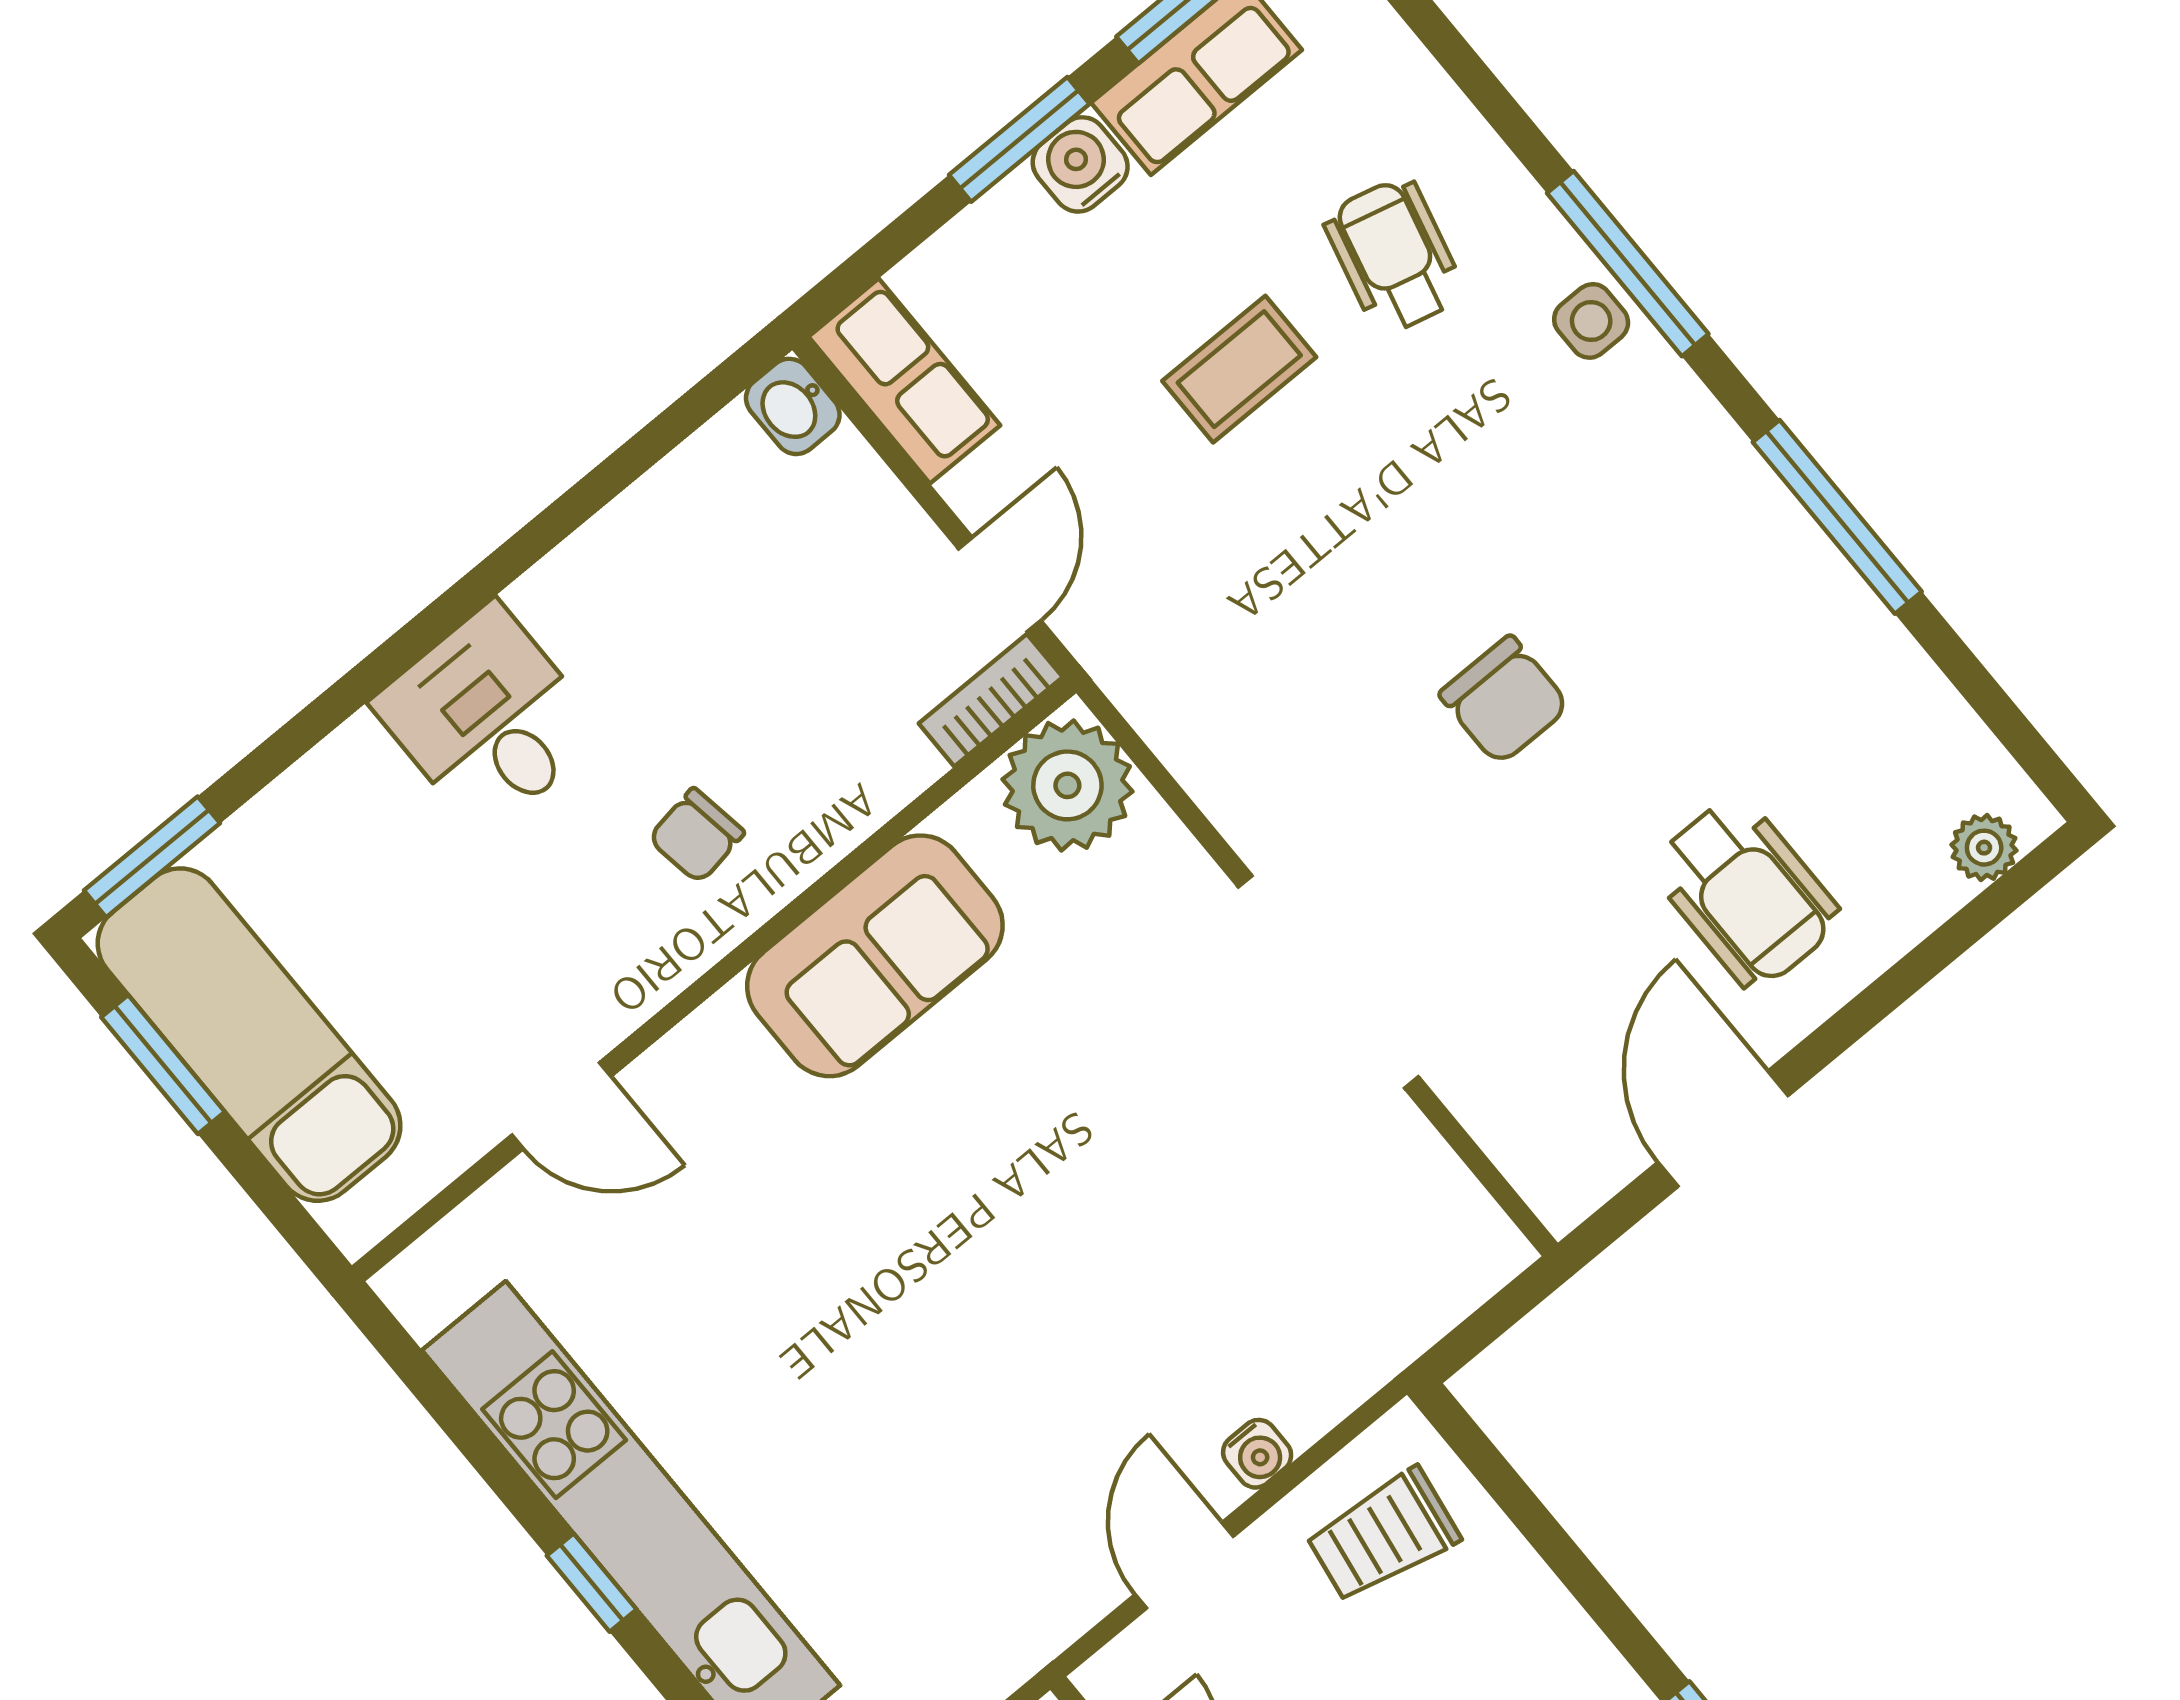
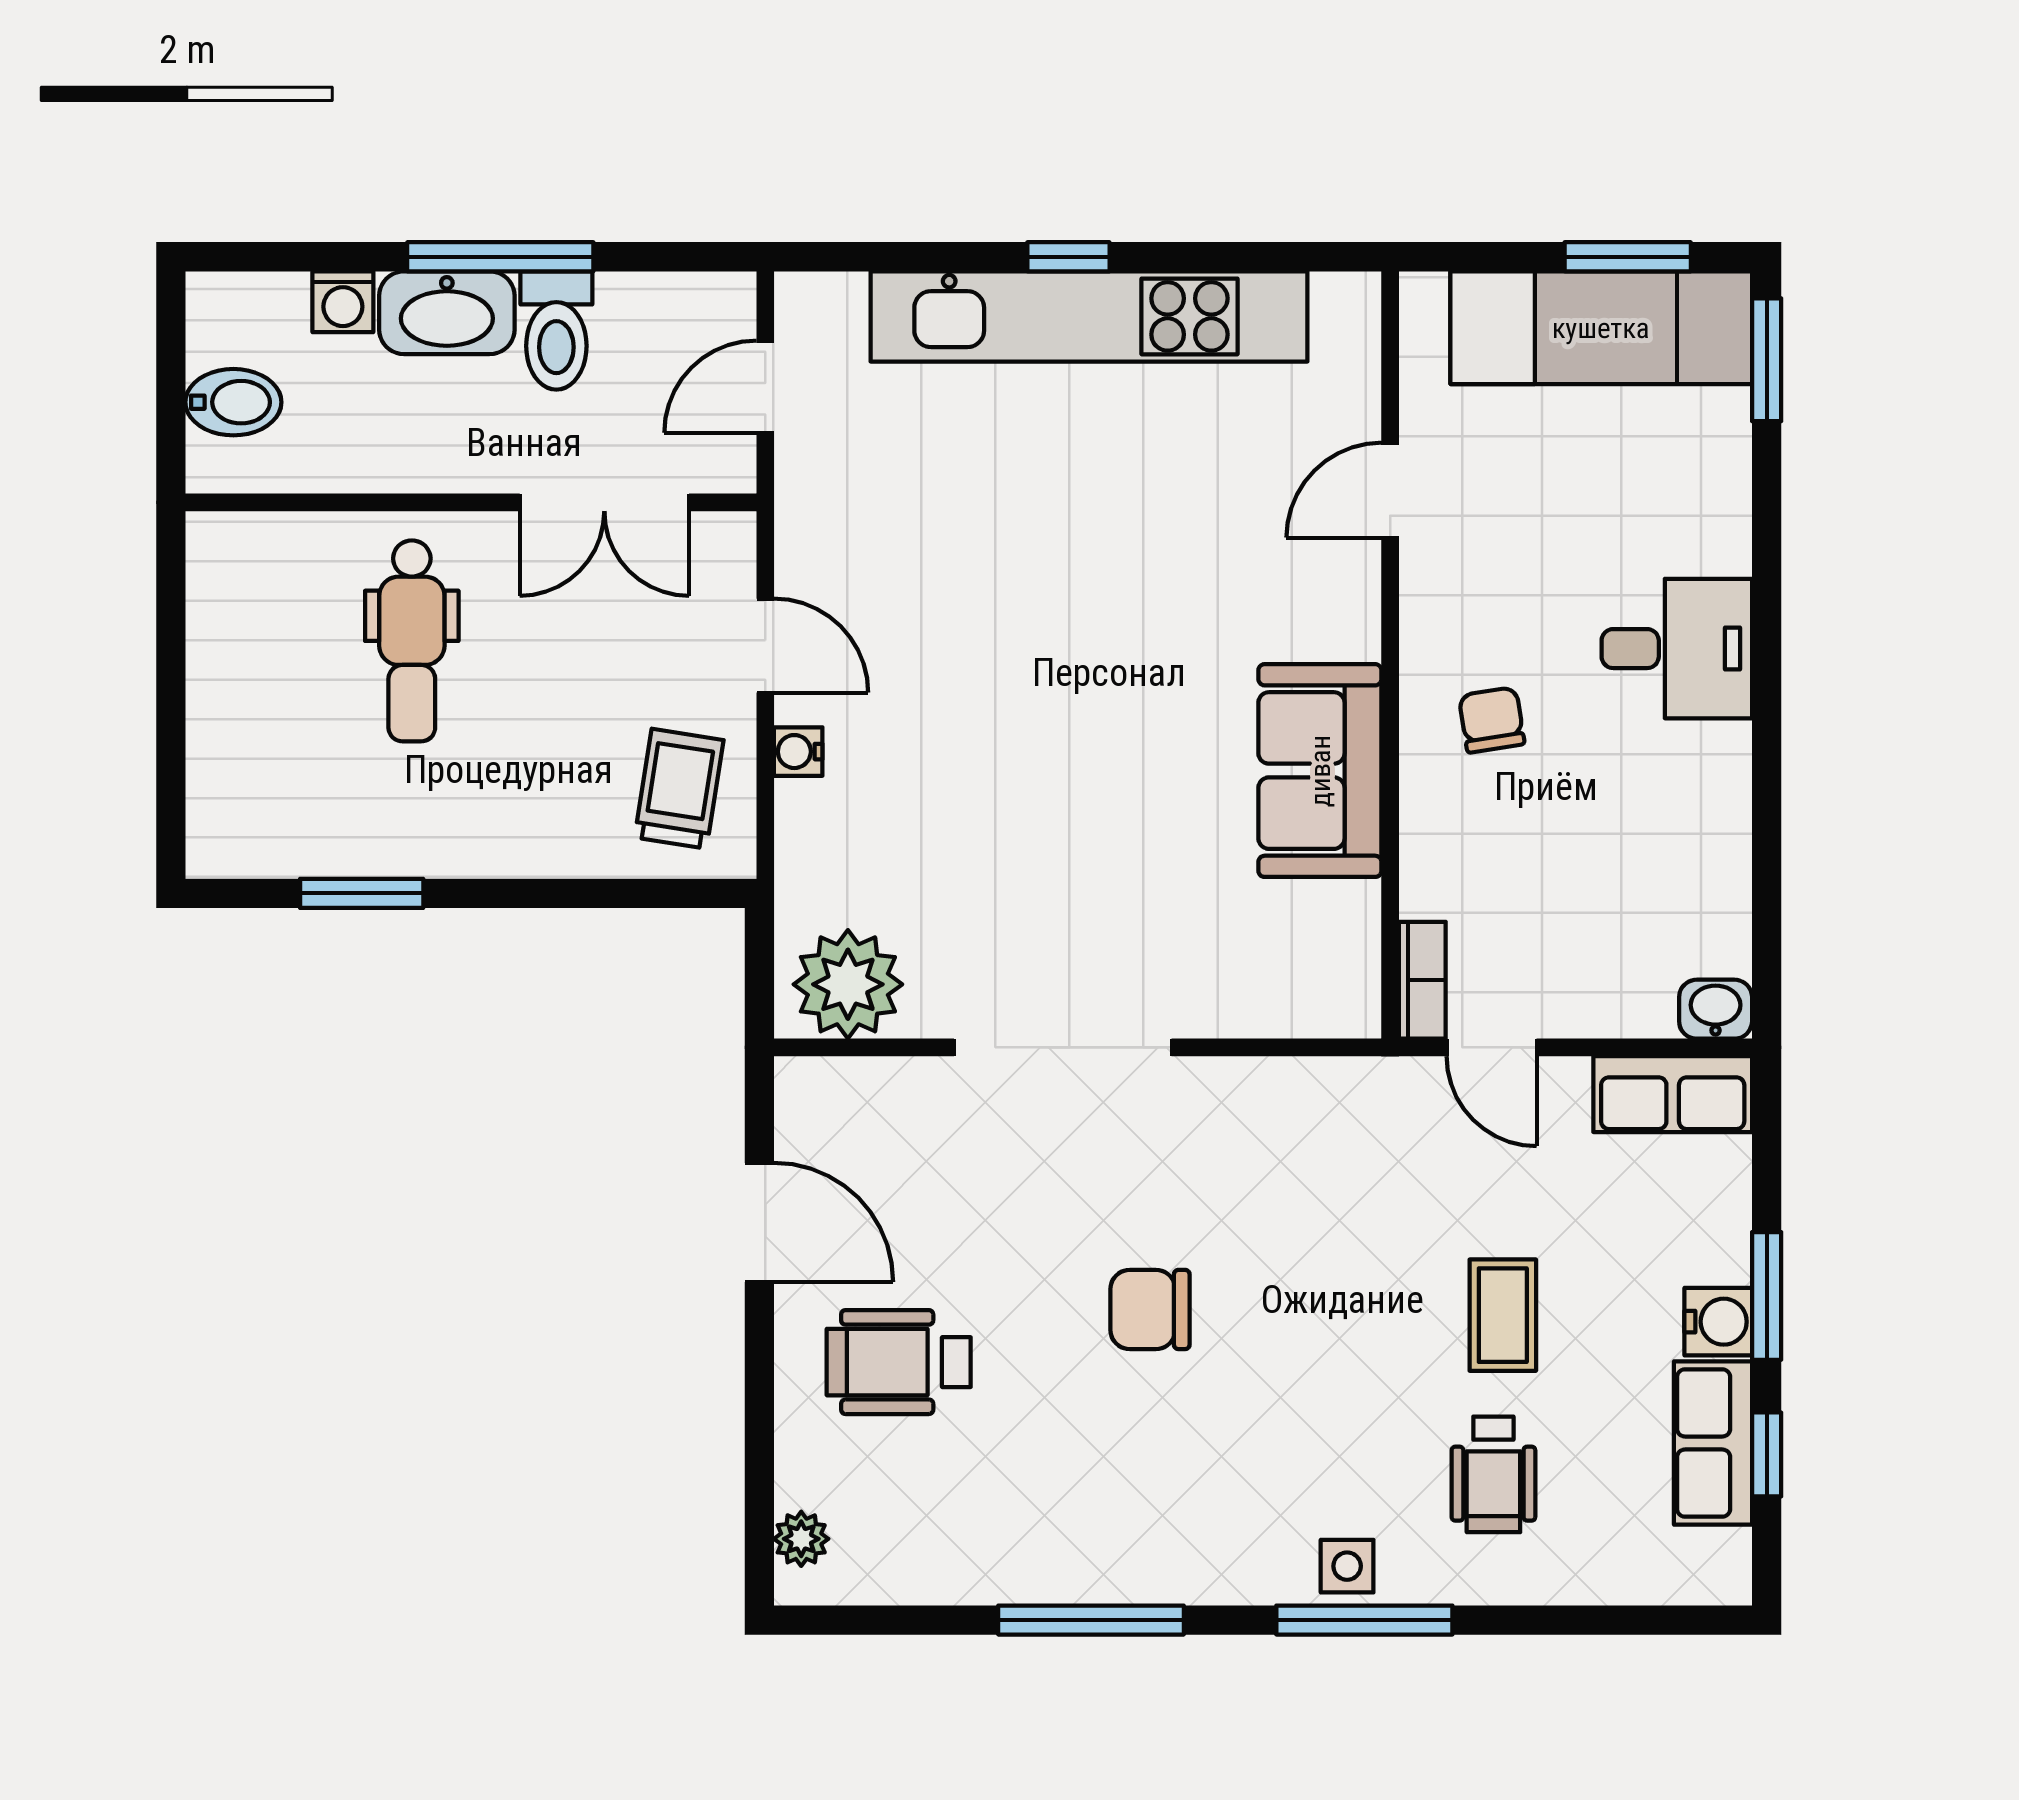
wheelchair: (1394, 256) -> (1493, 1474), turned 76
plant: (1067, 785) -> (848, 984), moved

